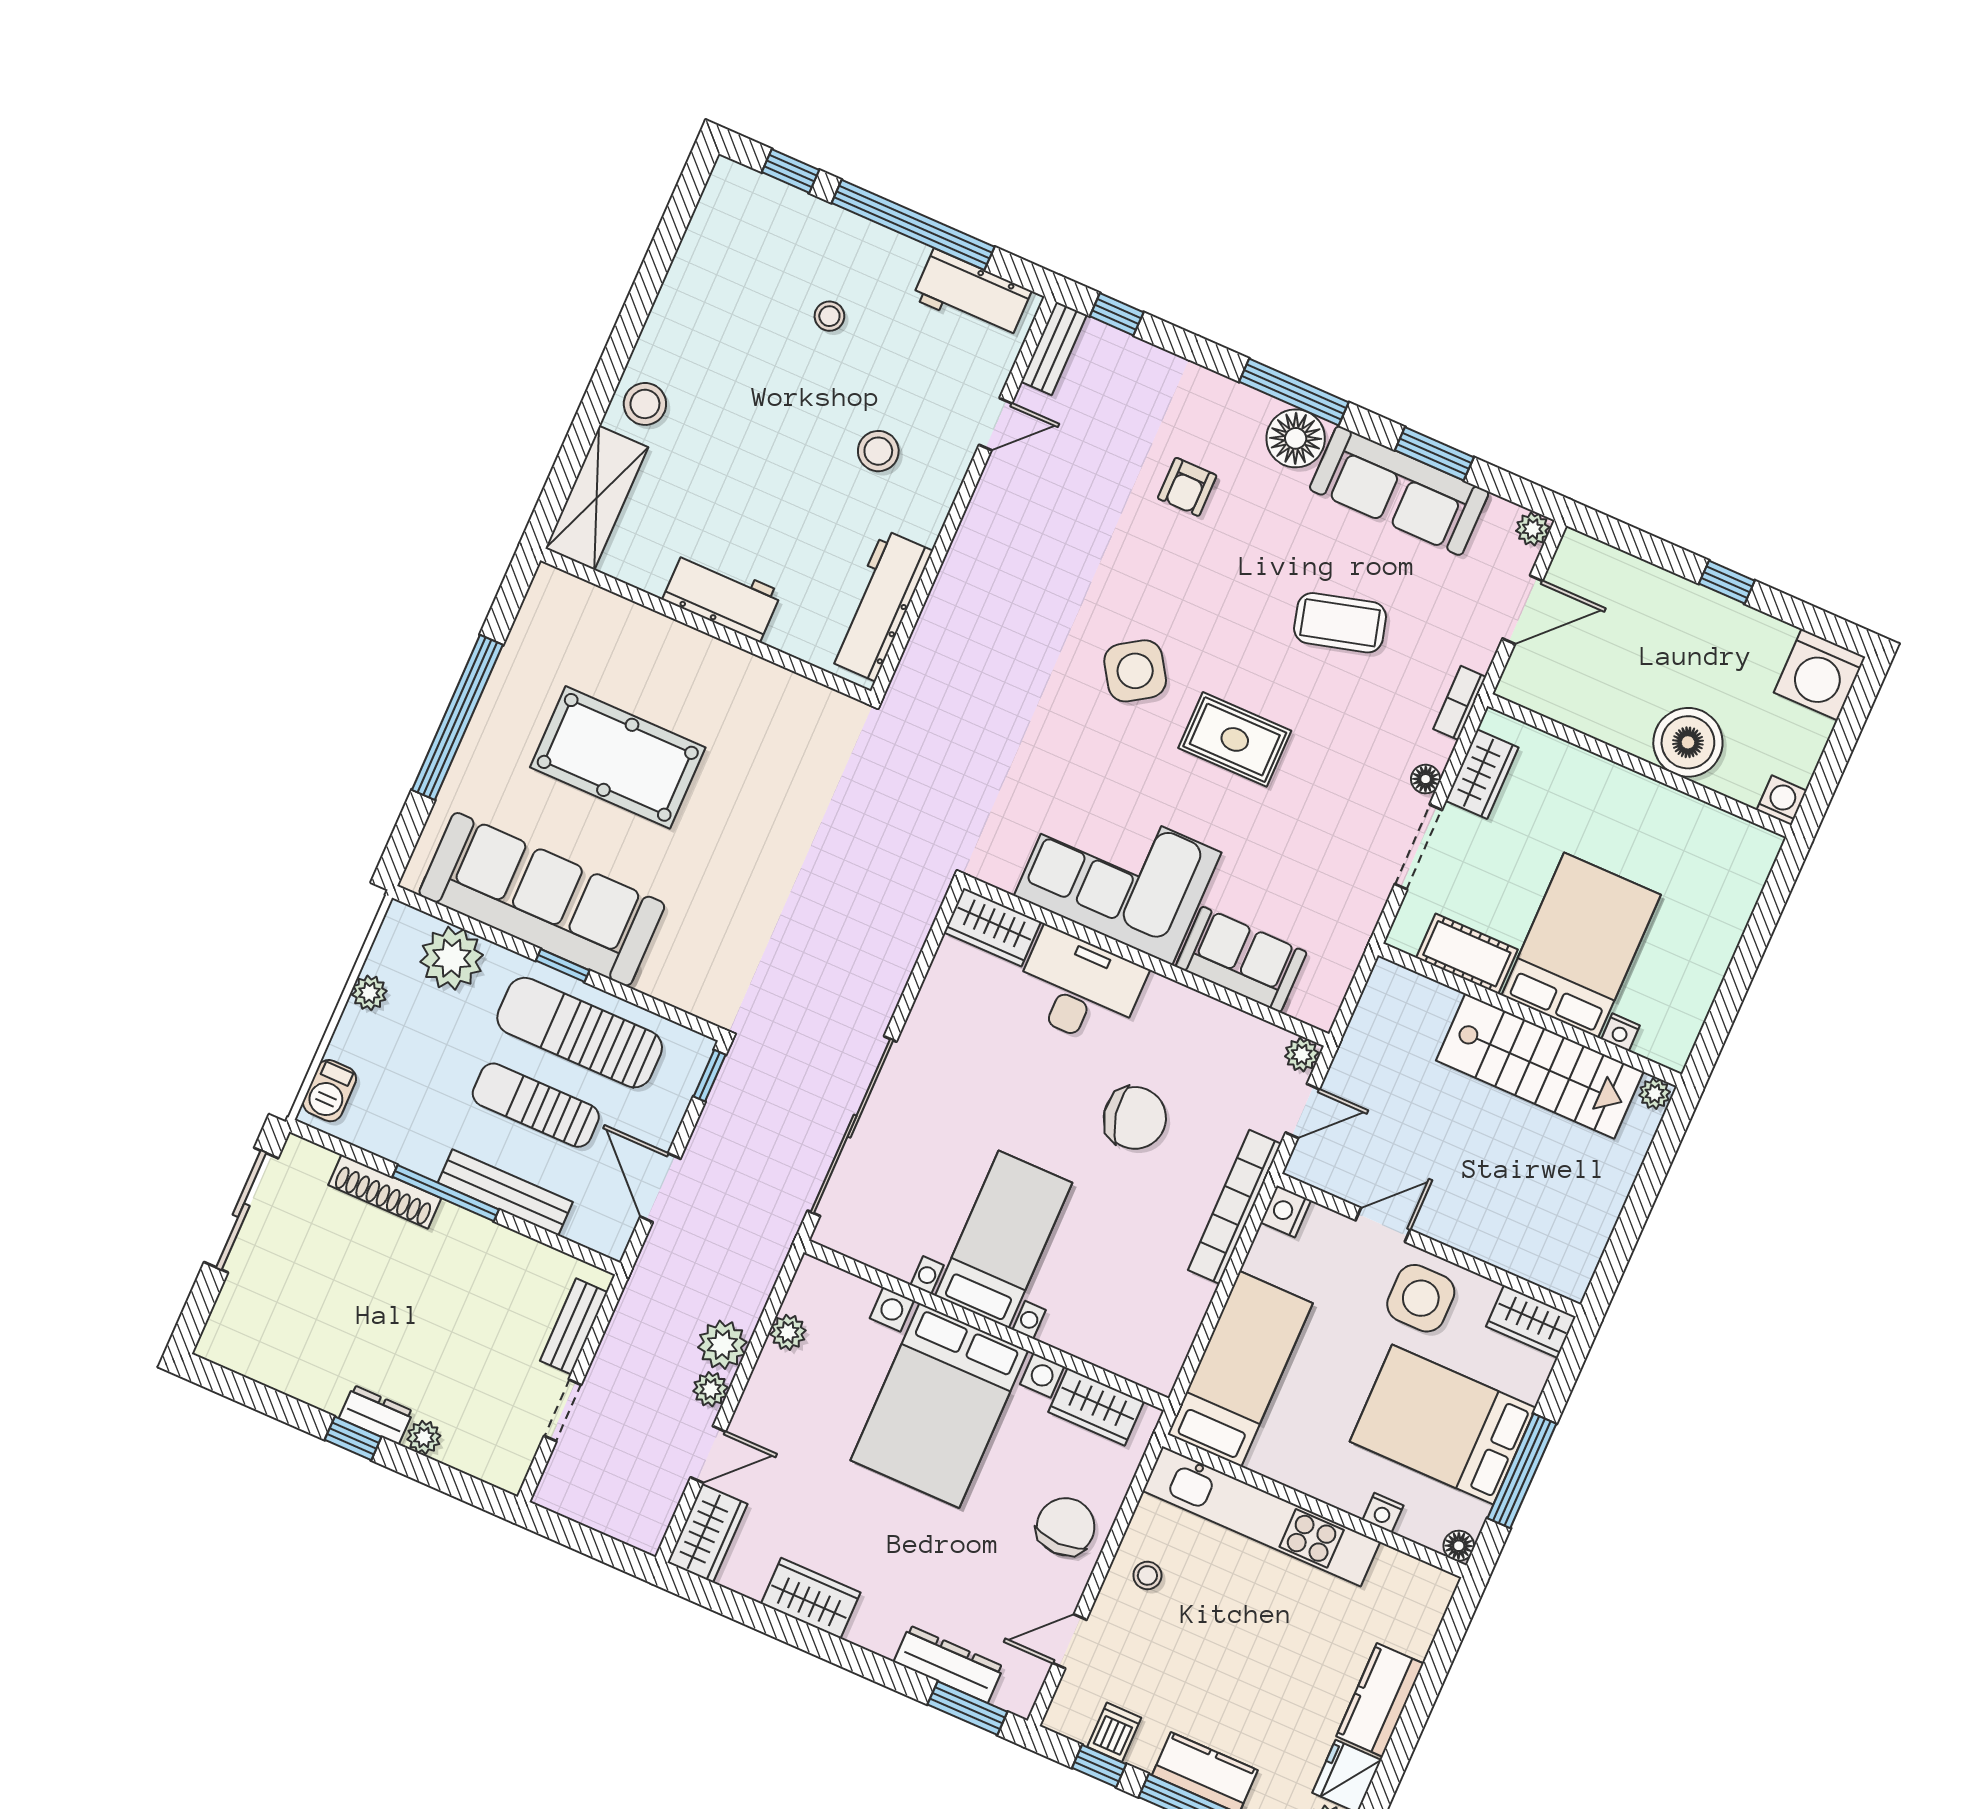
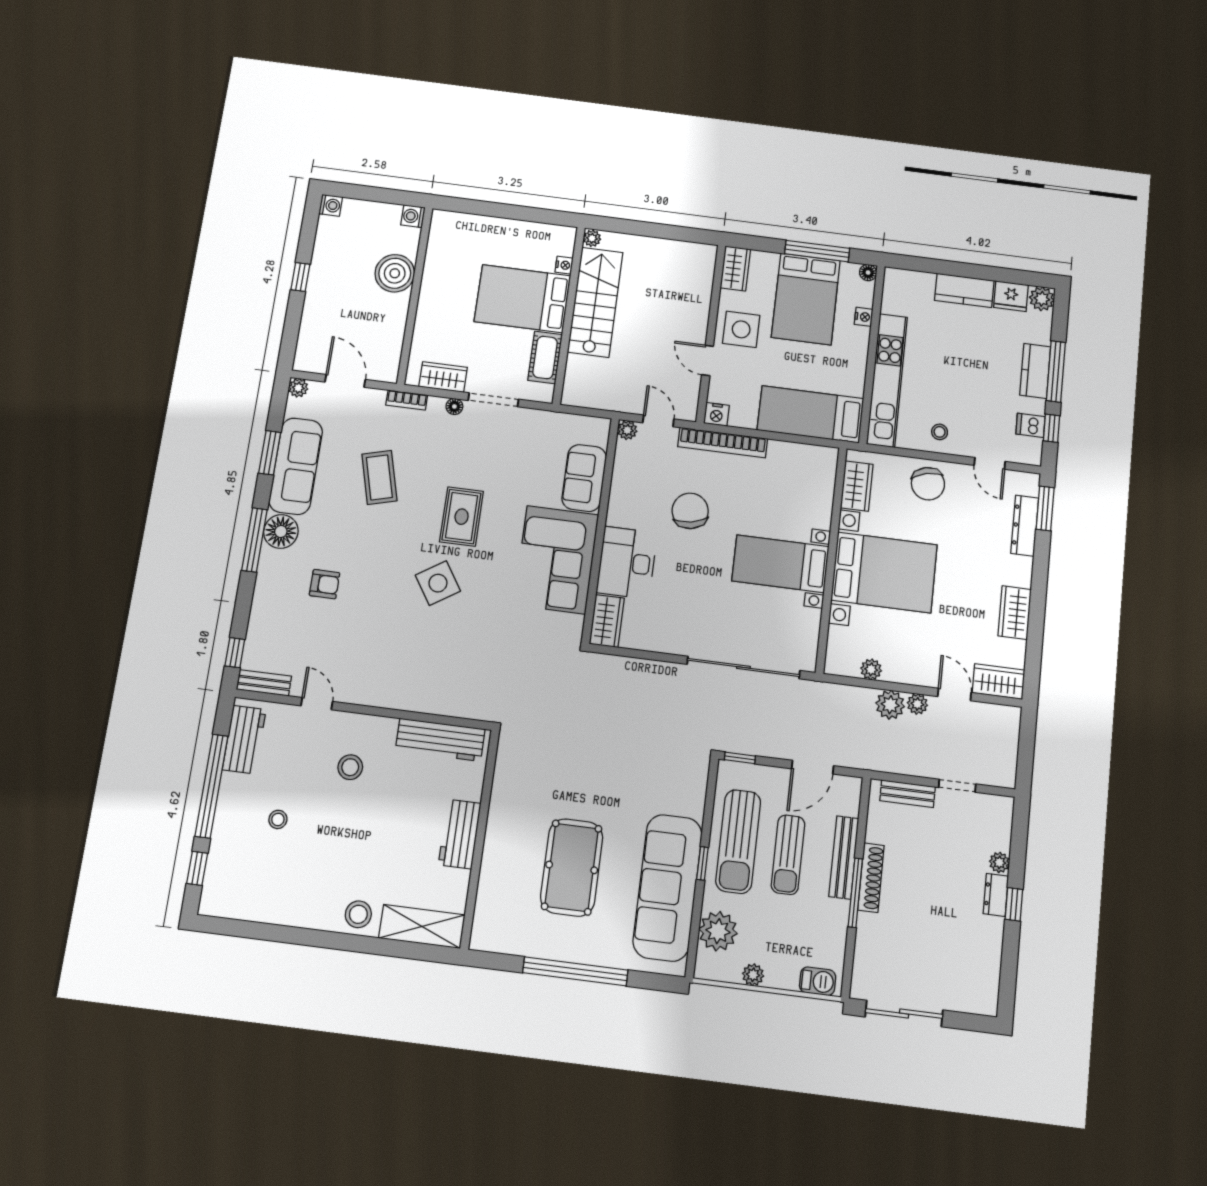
washing machine: (1820, 675) -> (331, 205), width x0.53, depth x0.53
shoe rack: (385, 1192) -> (871, 878), moved
chair: (1066, 1527) -> (928, 484), turned -104

